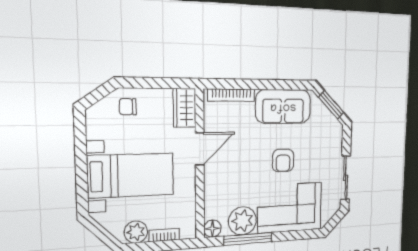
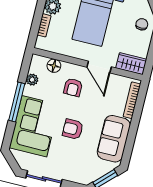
armchair: (233, 175) -> (73, 87), added
plant: (242, 221) -> (32, 80), width x0.53, depth x0.53
floor lamp: (212, 229) -> (54, 66), moved
window: (248, 239) -> (17, 102), moved

